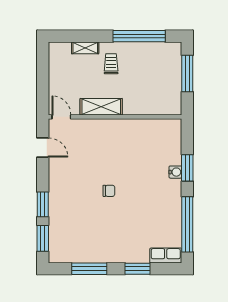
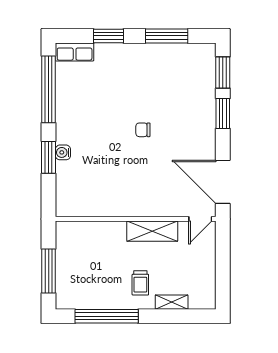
door: (61, 117) -> (200, 219), hinge flipped
door: (43, 148) -> (223, 182), width x1.87

